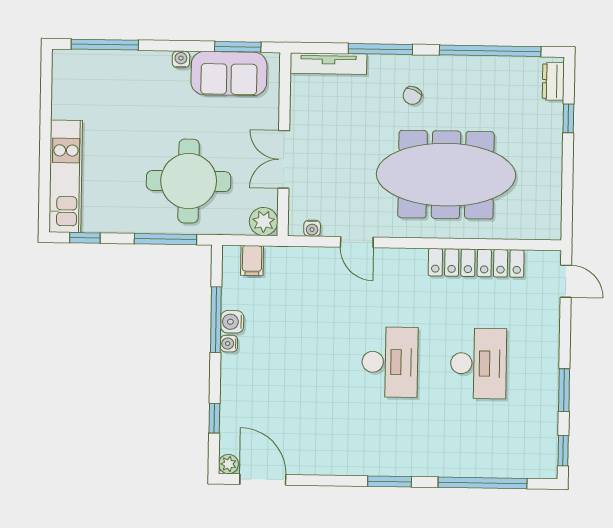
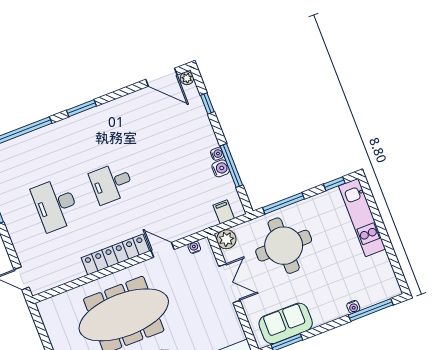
water cooler: (181, 59) -> (353, 307), moved
locker: (476, 263) -> (115, 254), moved
desk: (390, 362) -> (111, 183), width x0.73

